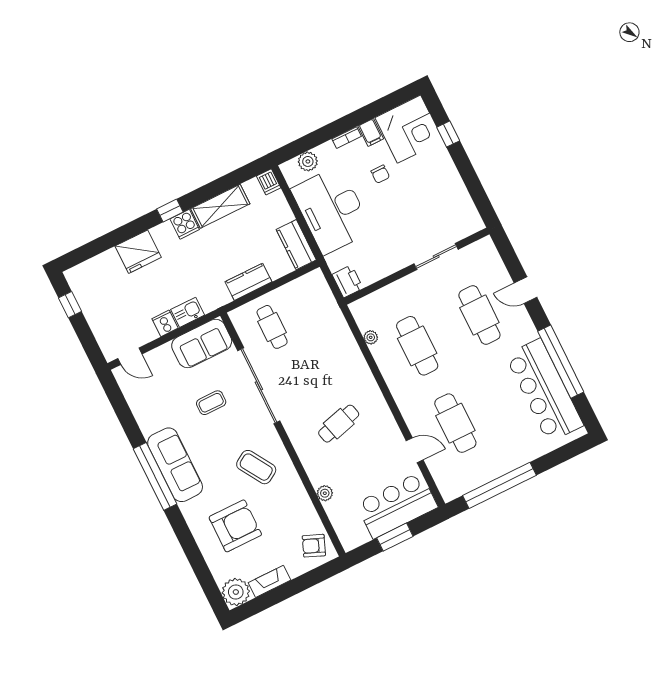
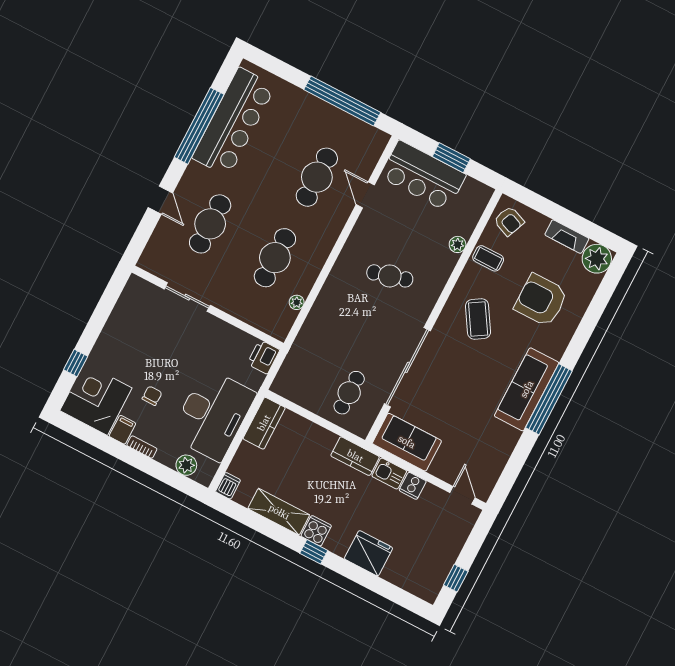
kitchen counter: (248, 282) -> (355, 456), moved
coffee table: (211, 403) -> (488, 258), moved

